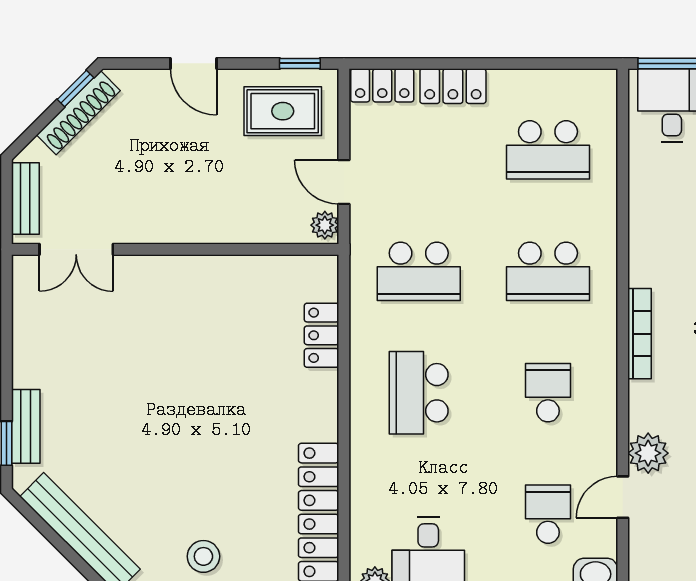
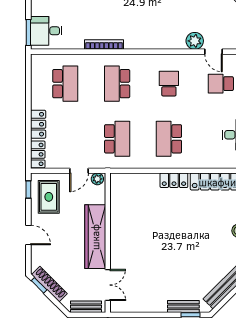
door: (193, 63) -> (28, 235), hinge flipped
wardrobe: (190, 220) -> (95, 237), added
school desk: (548, 271) -> (117, 84), turned 180
bookcase: (640, 334) -> (104, 45), moved
locker: (322, 335) -> (174, 180), moved
school desk: (419, 393) -> (169, 139), turned 90
school desk: (548, 393) -> (169, 84), turned 90

